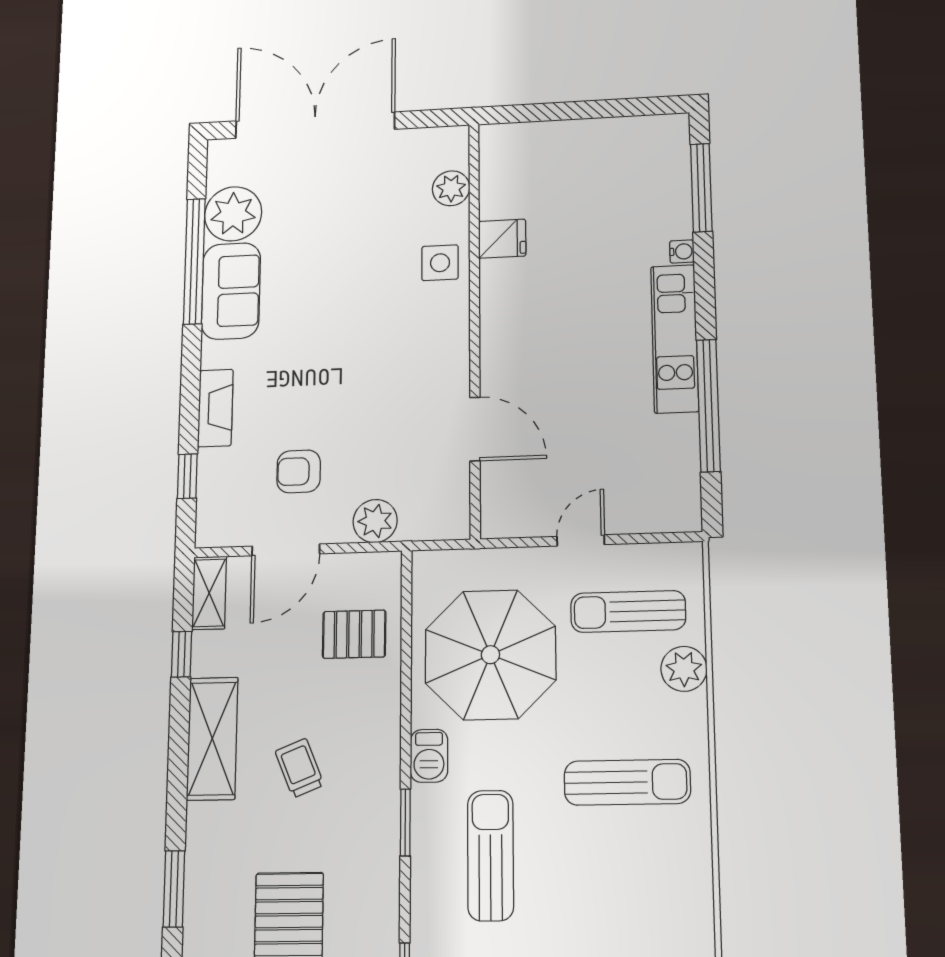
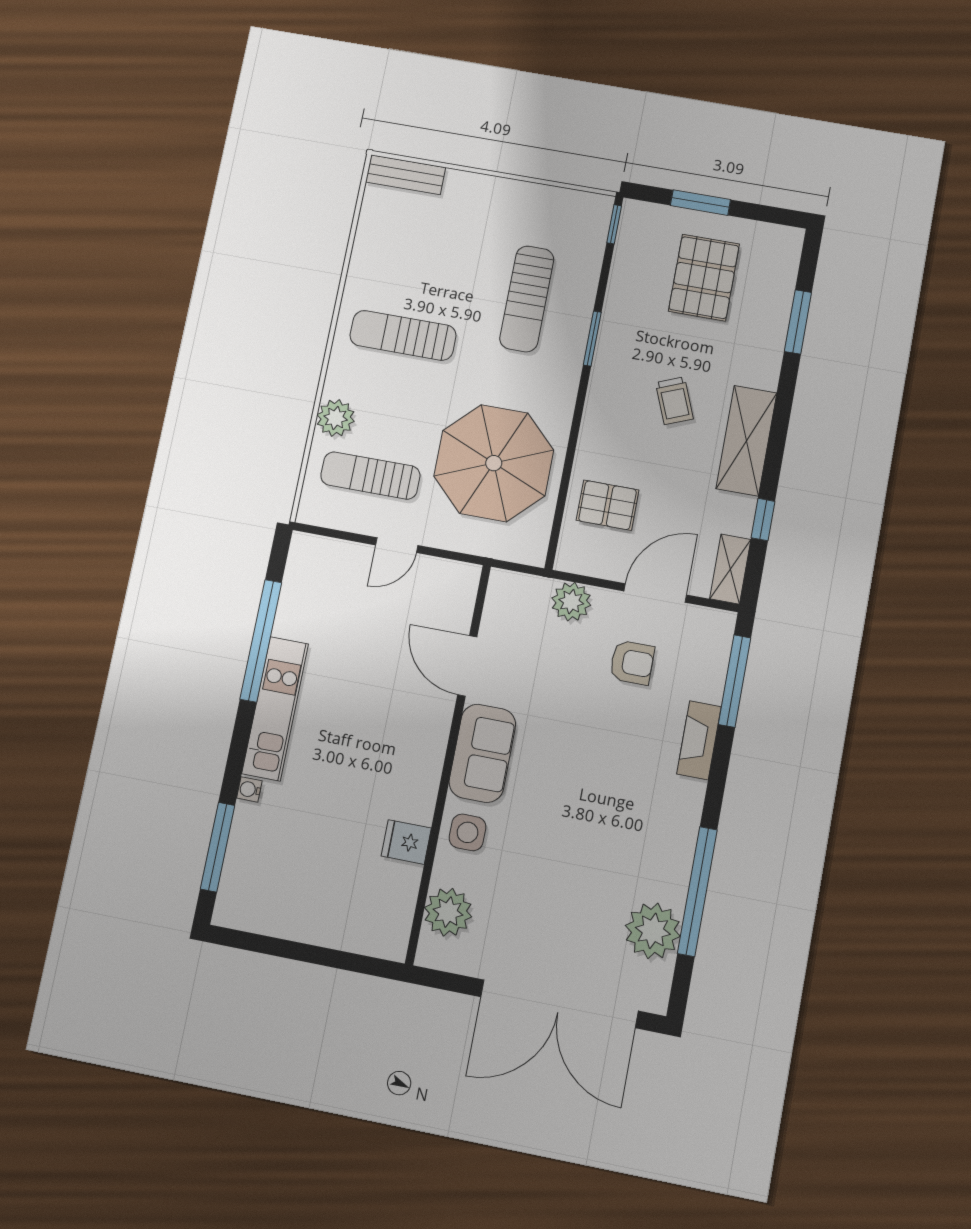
plant: (451, 188) -> (448, 912), width x1.36, depth x1.36
sofa: (231, 291) -> (482, 753), moved, turned 180
window: (187, 476) -> (735, 681), width x2.17
sun lounger: (628, 611) -> (370, 476), turned 180
barbecue: (429, 756) -> (562, 389), removed

